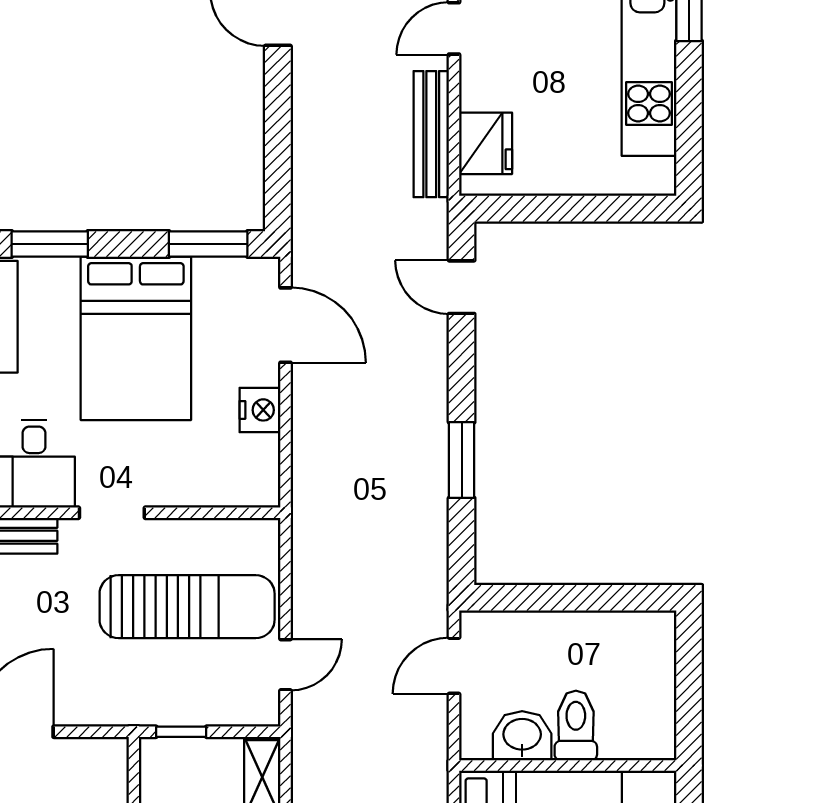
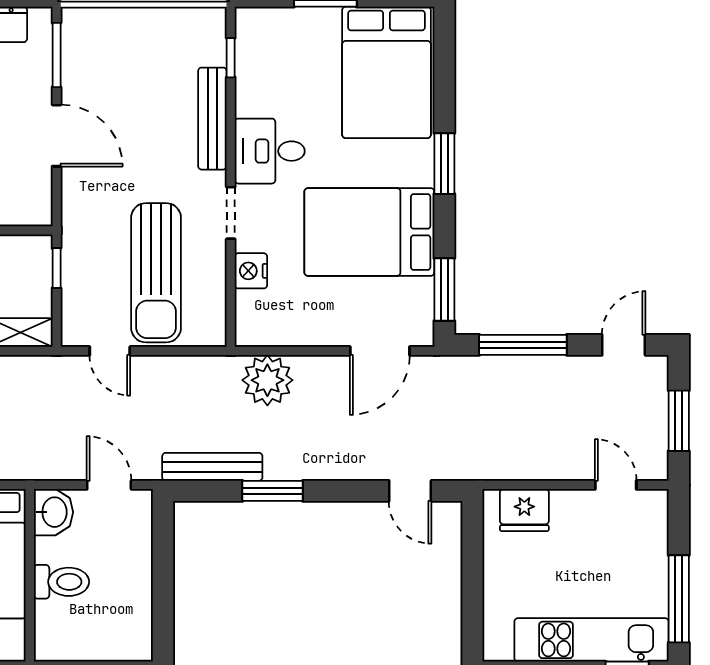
bench: (431, 134) -> (212, 467), moved
window: (278, 145) -> (523, 345), added
door: (462, 287) -> (410, 491), swing flipped
nightstand: (260, 410) -> (251, 271), moved, turned 90
plant: (322, 466) -> (267, 380), added
washbasin: (522, 736) -> (53, 512), moved

